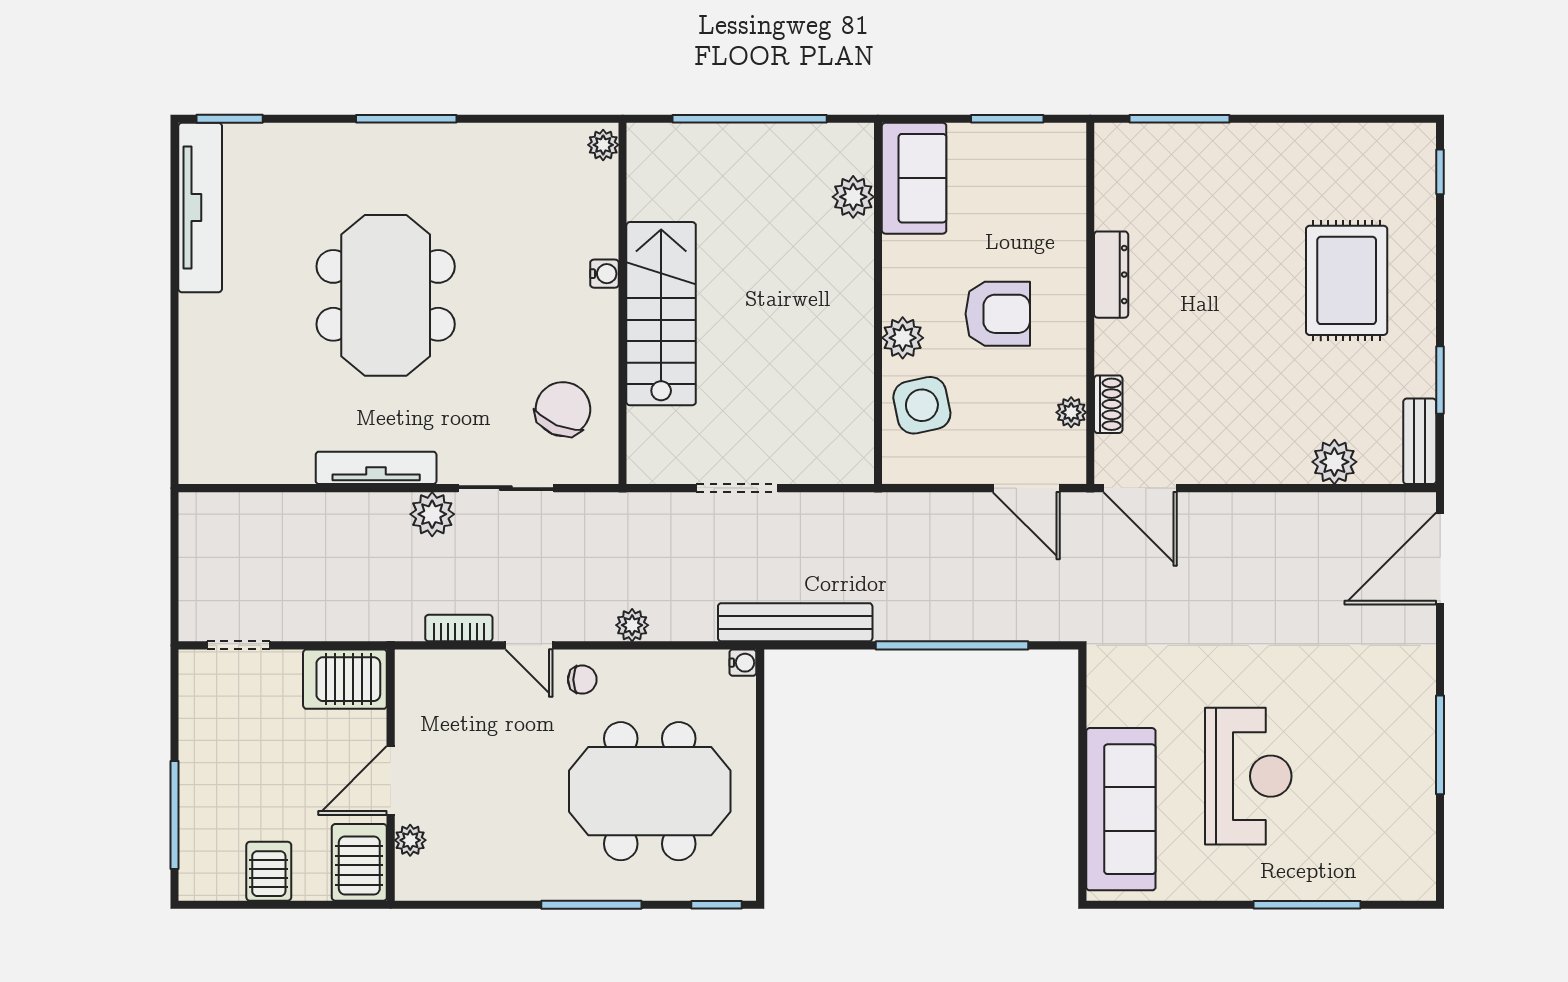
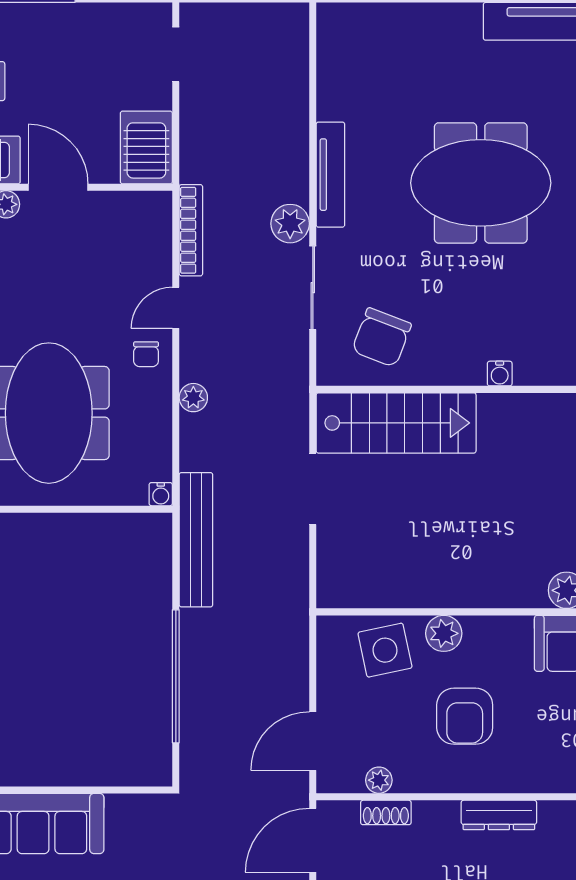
stairs: (661, 314) -> (396, 423), moved
chair: (563, 409) -> (382, 337), turned 88
bookcase: (459, 628) -> (191, 230), width x1.56

